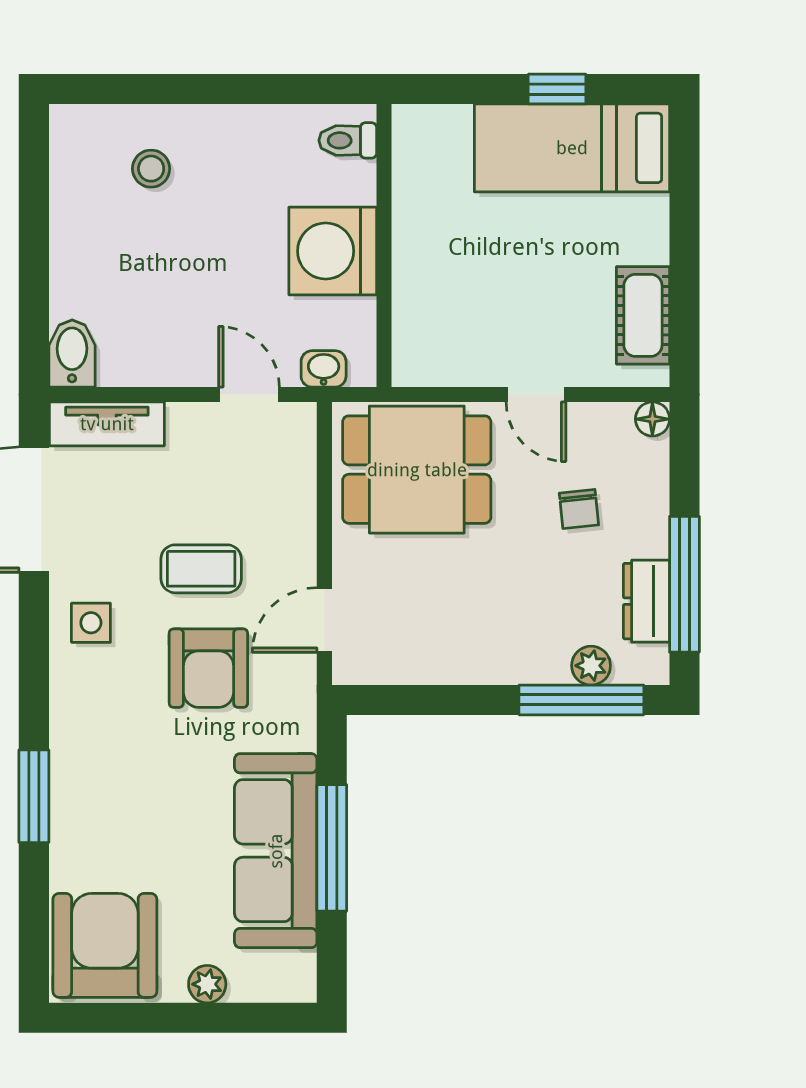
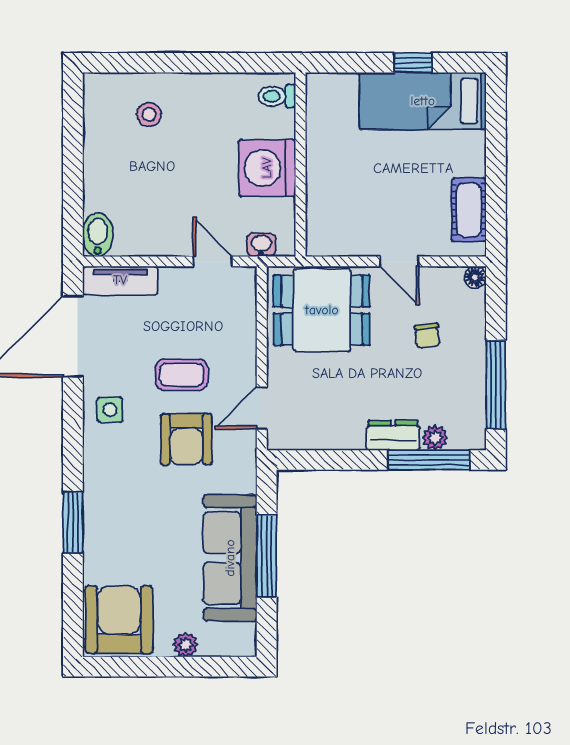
dresser: (646, 601) -> (393, 435), moved, turned 90

